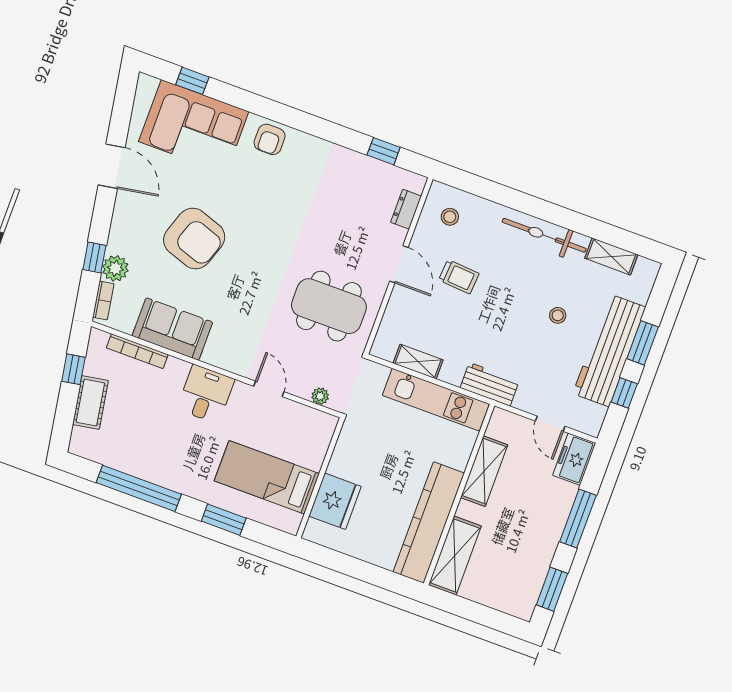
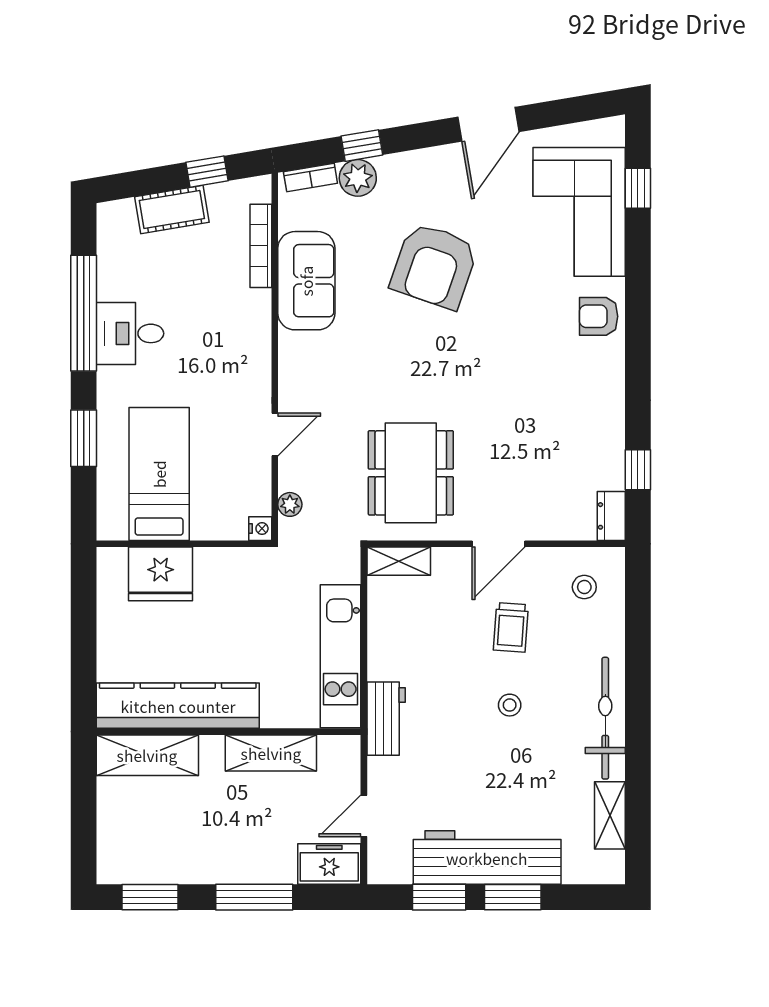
dresser: (406, 209) -> (611, 516), moved, turned -90
stool: (558, 315) -> (510, 705), moved
shelving: (418, 362) -> (399, 561), moved, turned 90
window: (624, 393) -> (439, 897), width x1.50
desk: (206, 394) -> (130, 333), moved, turned 180
nightstand: (329, 422) -> (260, 529), added

